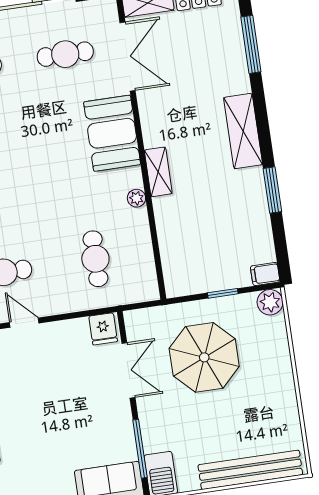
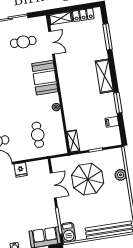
double door: (128, 57) -> (52, 43), width x0.73
shelving: (158, 172) -> (73, 141), moved
filing cabinet: (265, 274) -> (112, 122), moved
plant: (270, 302) -> (121, 175), moved
fridge: (103, 329) -> (21, 170), moved

